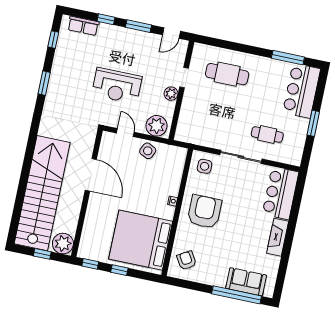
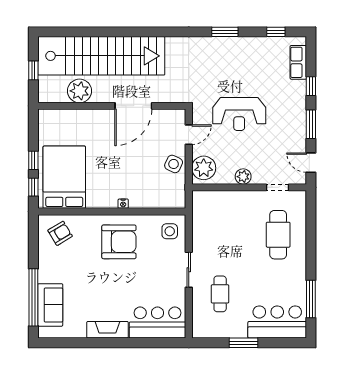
doorway: (184, 78) -> (277, 187), moved
reception desk: (117, 86) -> (239, 114), turned -90
sliding door: (241, 157) -> (189, 270), width x0.73
bed: (141, 240) -> (64, 177), width x0.73
plant: (63, 244) -> (80, 91), moved
window: (90, 264) -> (33, 187), moved

